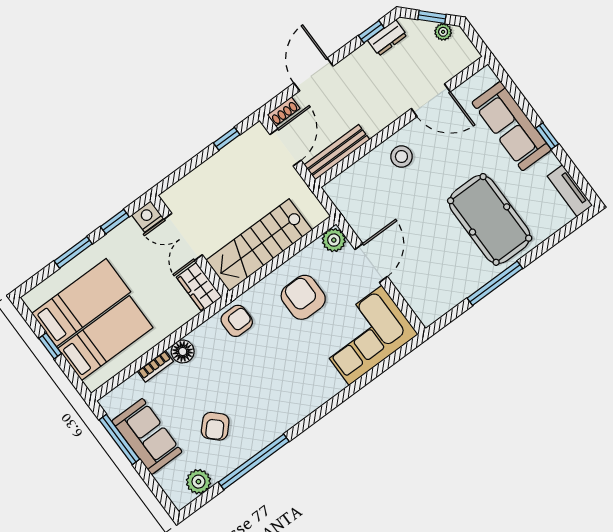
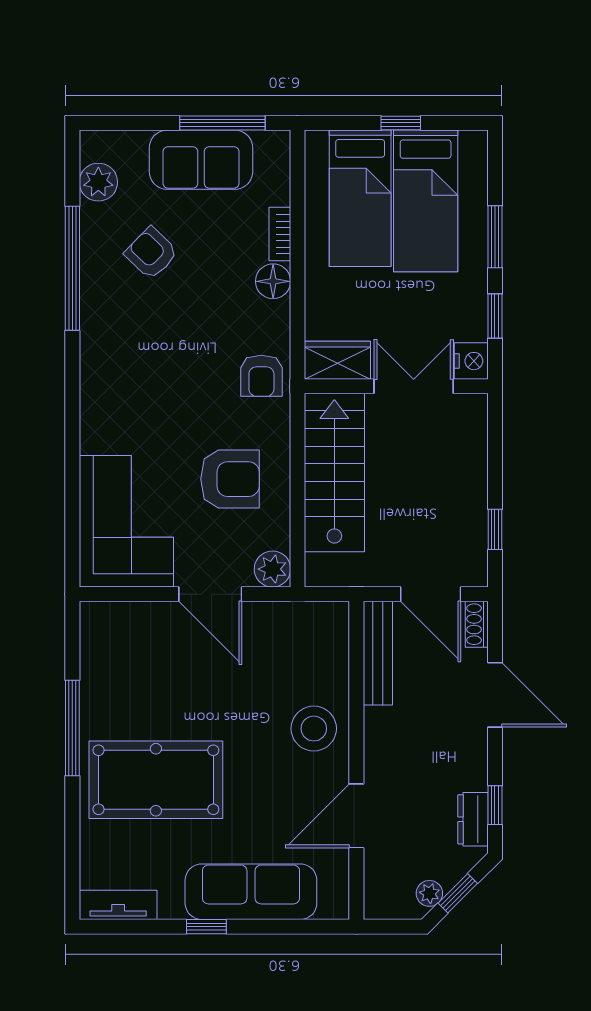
stool: (401, 157) -> (314, 729), width x1.38, depth x1.38

